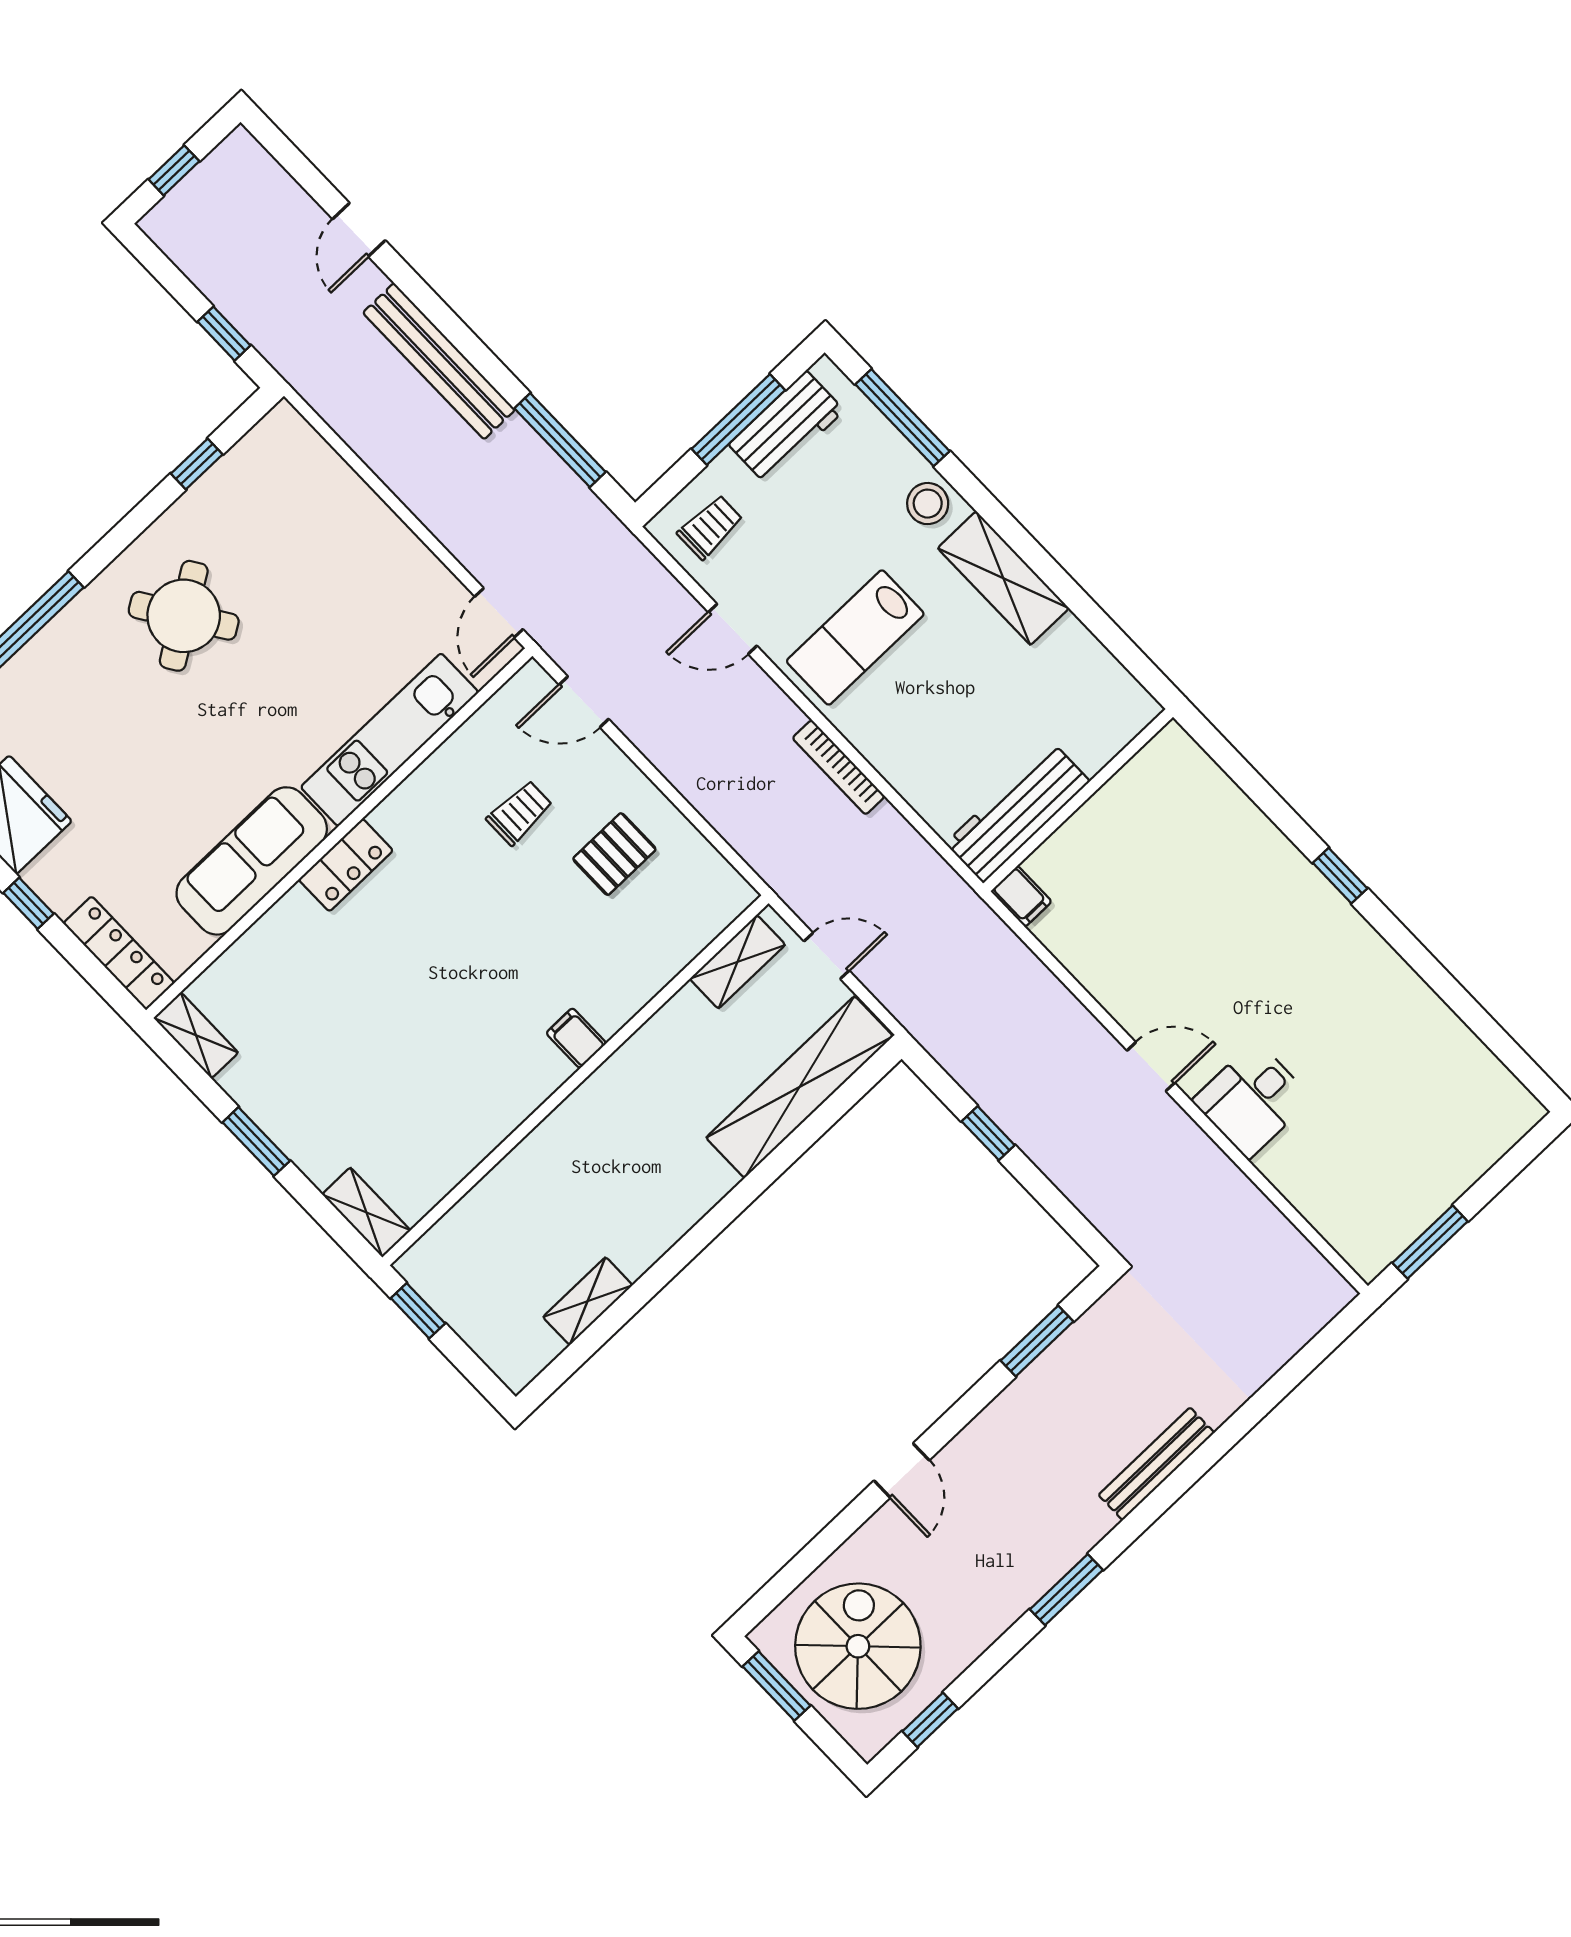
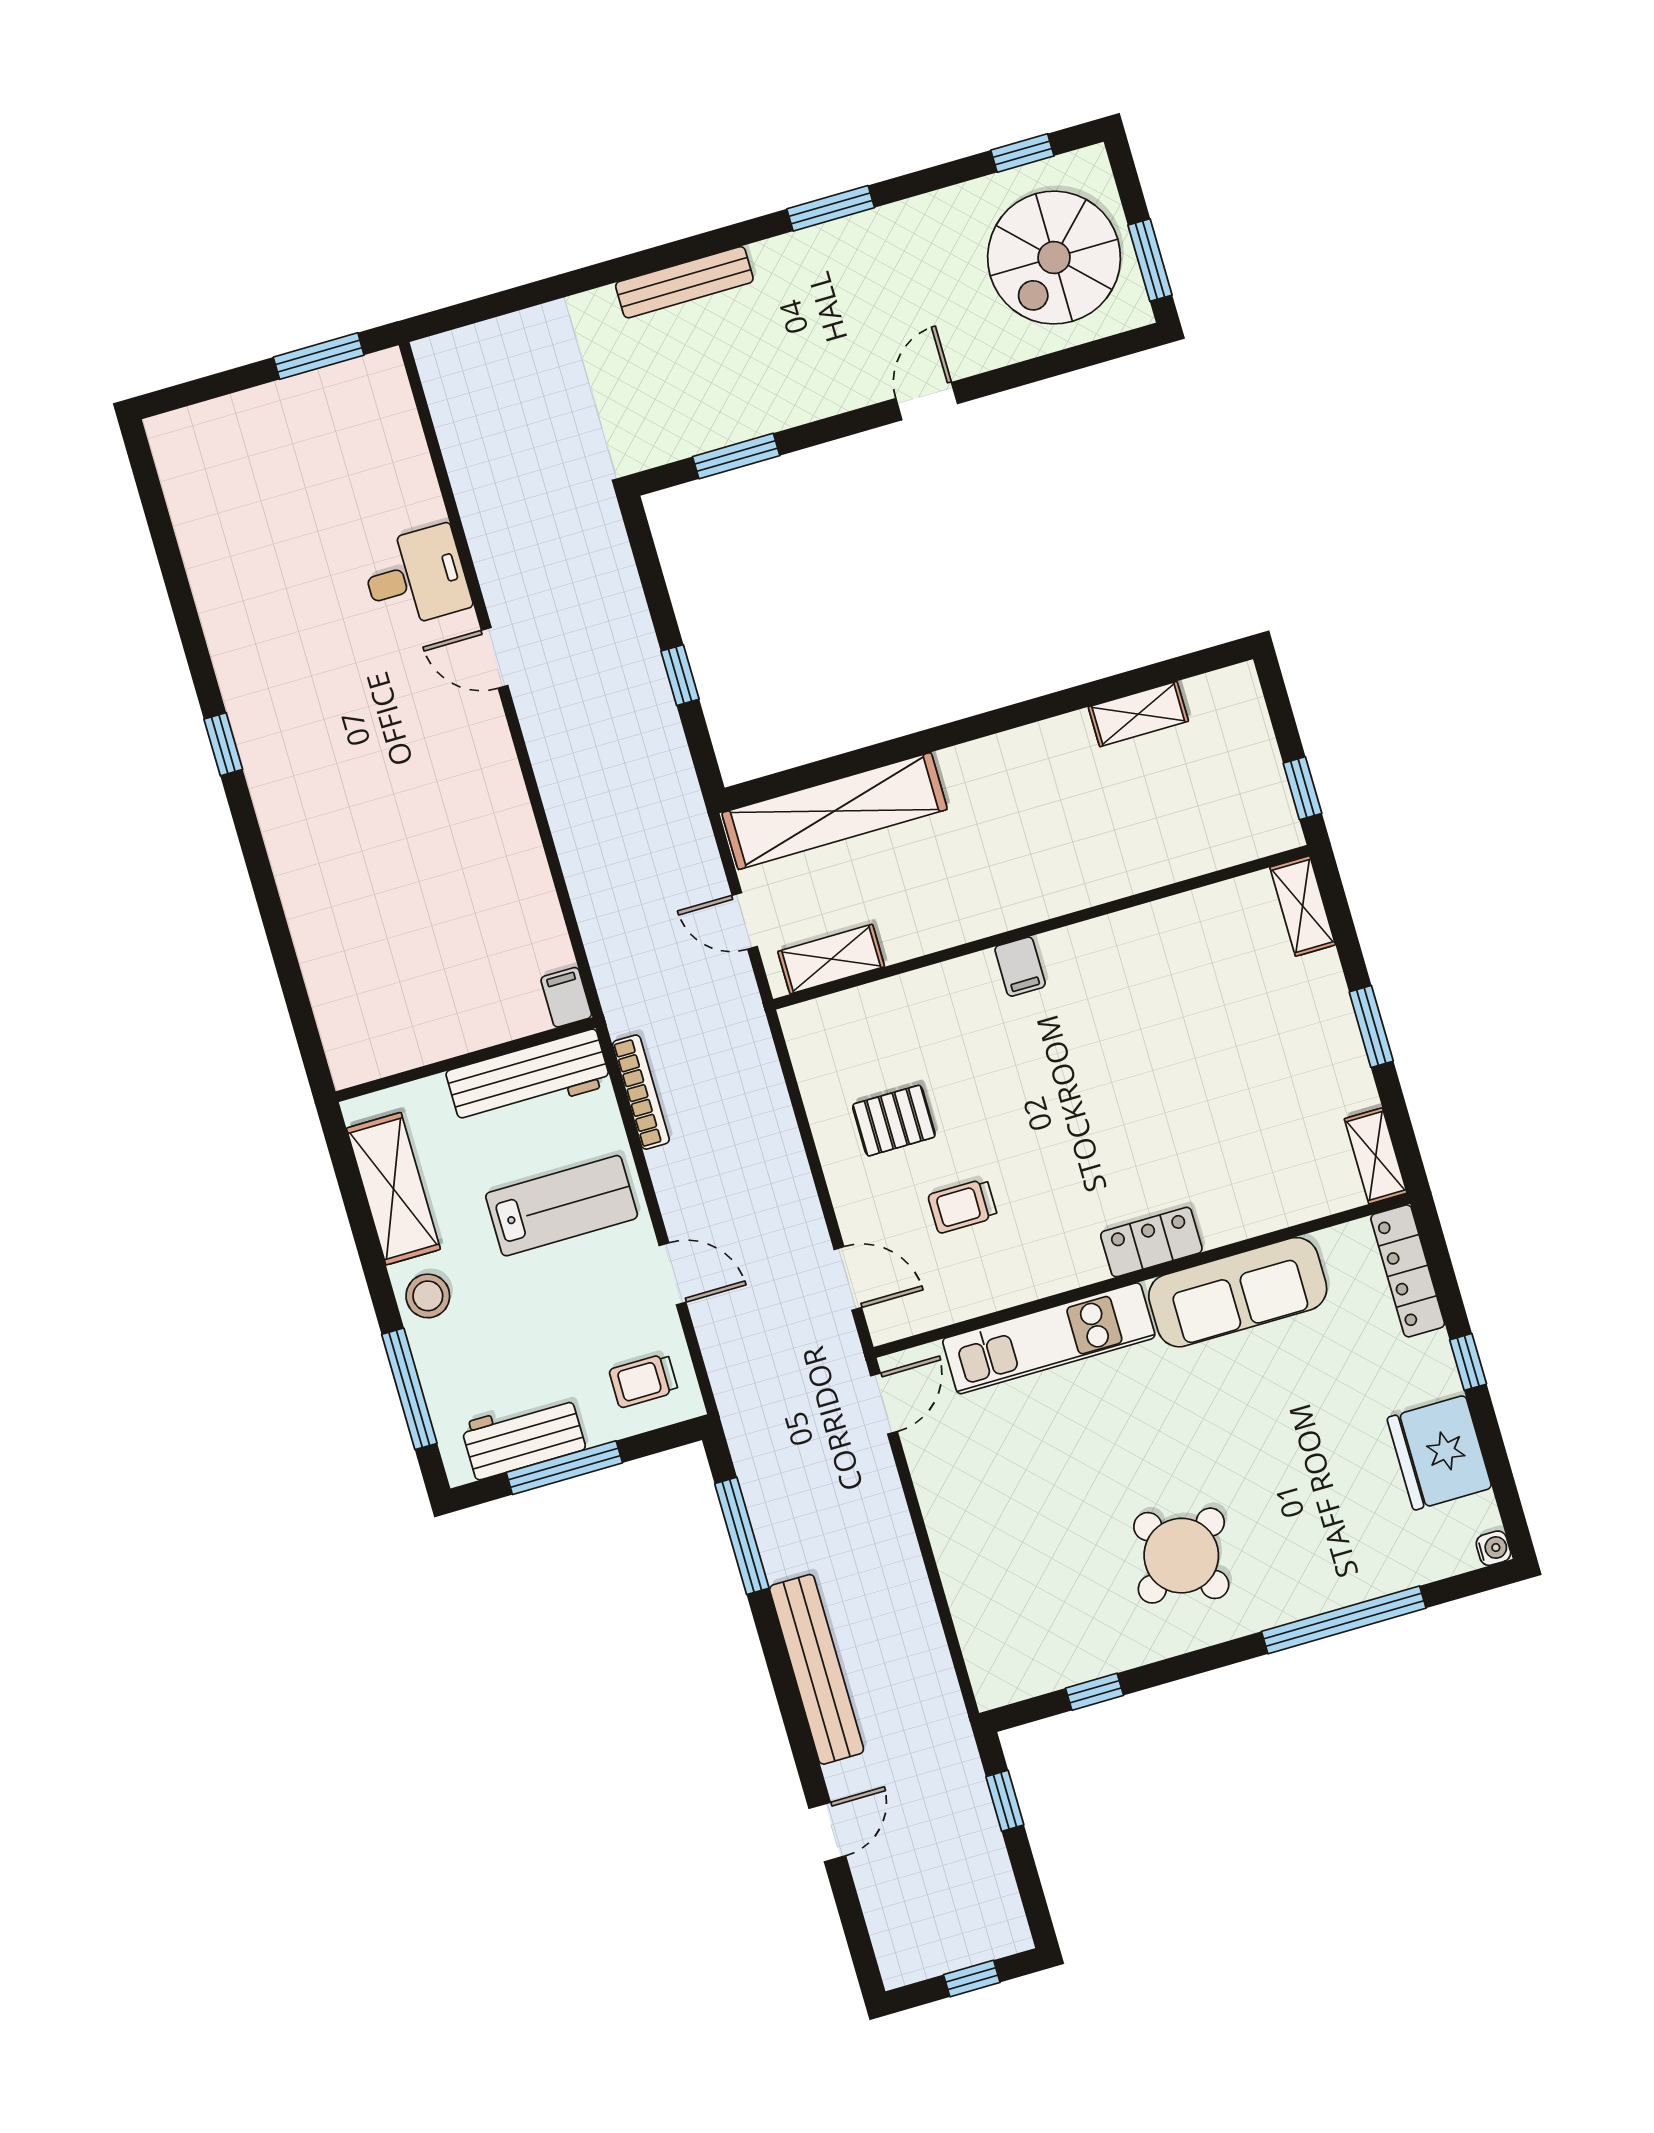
wall: (1078, 800) -> (466, 1060), moved
workbench: (1018, 812) -> (528, 1078), moved
filing cabinet: (1021, 896) -> (566, 997), moved

